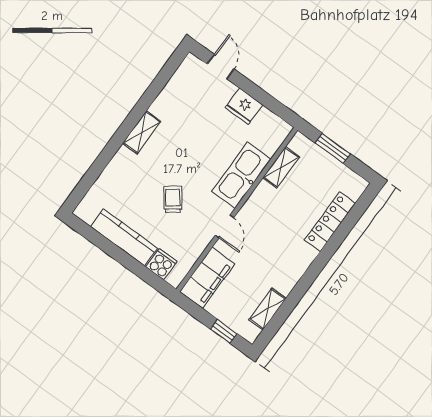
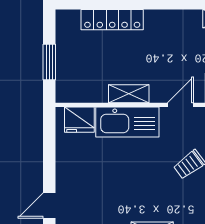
fridge: (244, 106) -> (79, 120), moved, turned 90
shelving: (281, 167) -> (129, 94), moved

